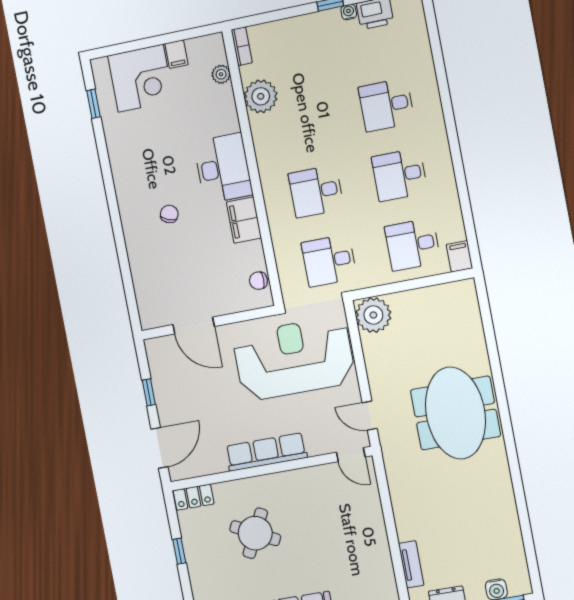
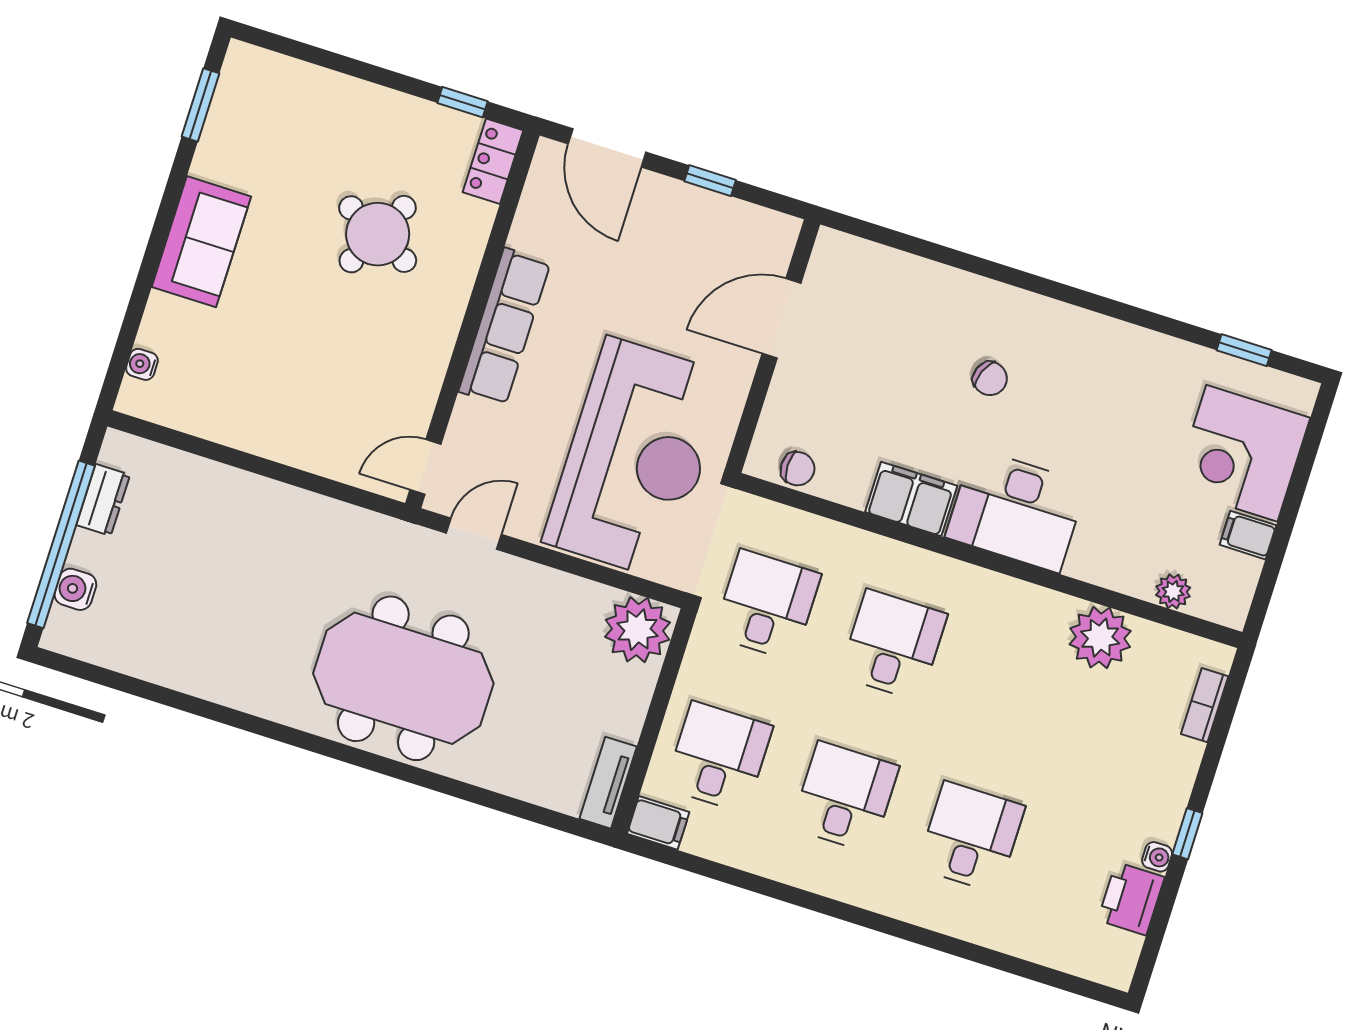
bookcase: (242, 46) -> (1205, 705), moved, turned 90
chair: (258, 281) -> (798, 469), turned 90
window: (179, 551) -> (463, 102), moved
tv unit: (411, 564) -> (608, 783), moved, turned 90

